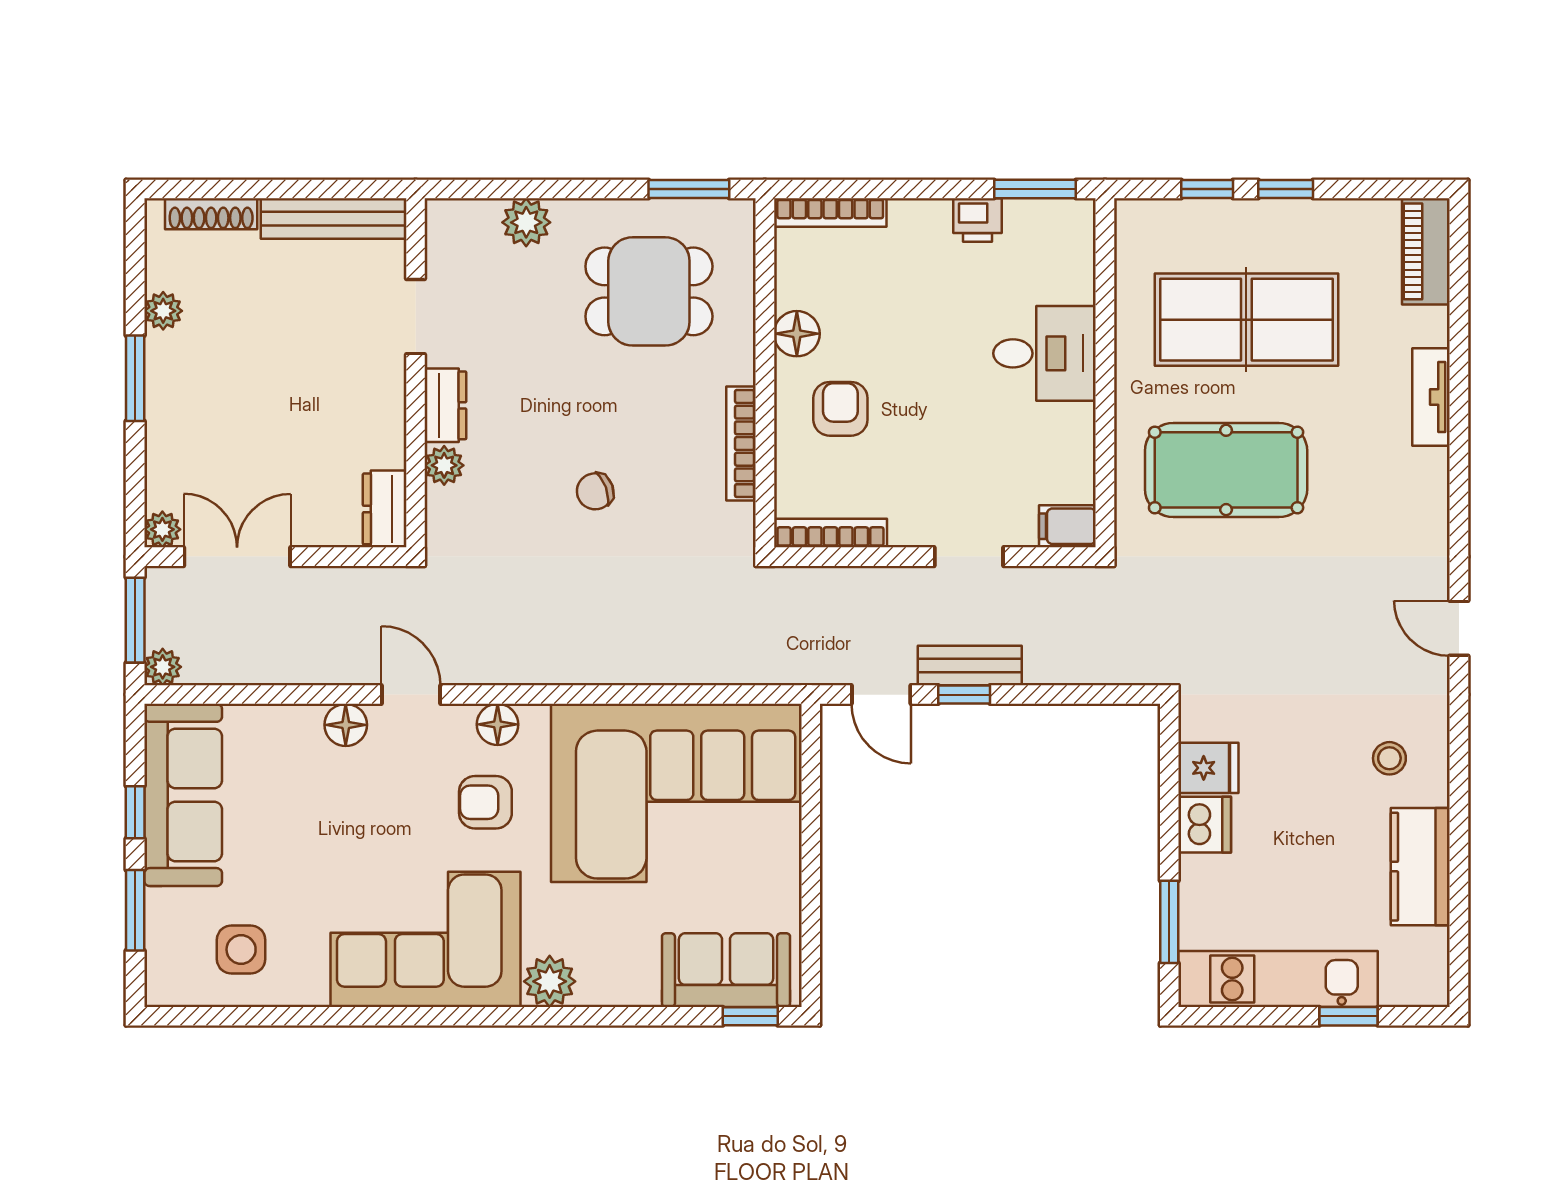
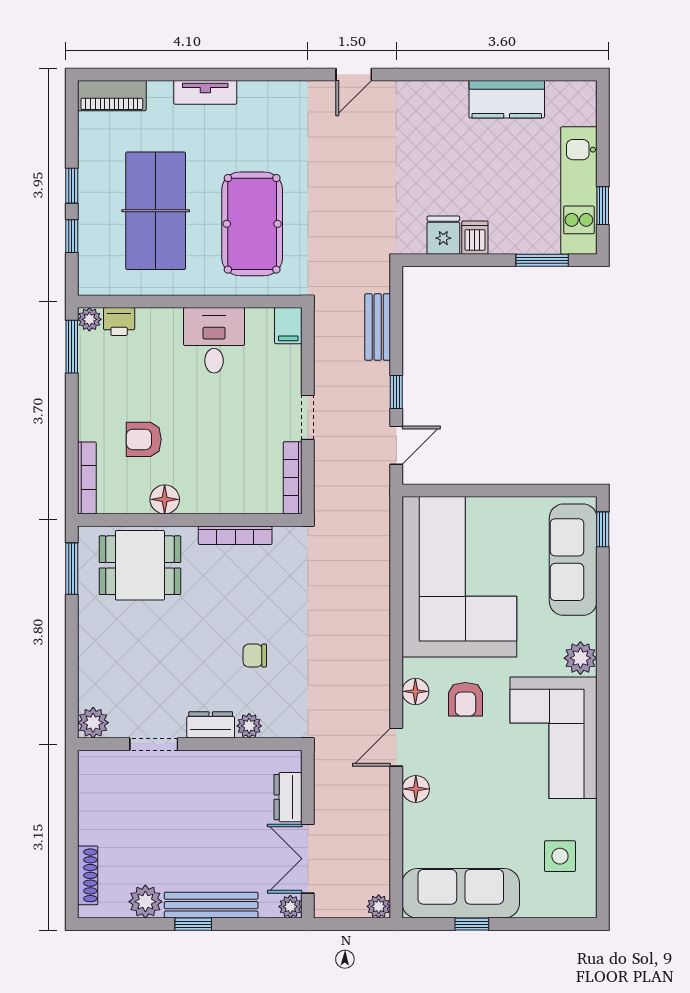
plant: (1077, 217) -> (89, 319), added
bench: (334, 219) -> (211, 905), moved, turned 90
printer: (977, 220) -> (119, 322), moved, turned 90
plant: (526, 222) -> (93, 723), moved
dining table: (649, 291) -> (140, 565), moved, turned 90
plant: (163, 311) -> (145, 902), width x1.38, depth x1.38
desk: (1045, 353) -> (214, 340), moved
window: (135, 378) -> (193, 924), width x0.67
armchair: (840, 409) -> (144, 439), moved
chair: (595, 491) -> (255, 656), moved, turned 110
dresser: (385, 509) -> (288, 797), moved, turned 90
doorway: (969, 557) -> (308, 417), moved
window: (135, 620) -> (349, 924), removed
bench: (970, 666) -> (378, 327), moved
stool: (1389, 758) -> (437, 119), removed
dishwasher: (1205, 825) -> (475, 238), width x0.73
window: (135, 910) -> (535, 924), removed
sofa: (726, 970) -> (573, 560), width x1.36
window: (1349, 1016) -> (603, 206), moved

